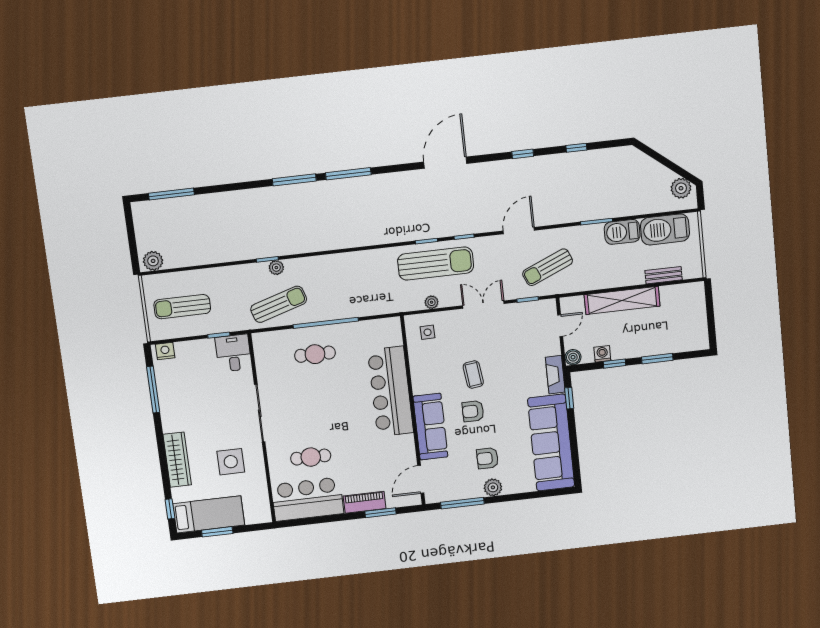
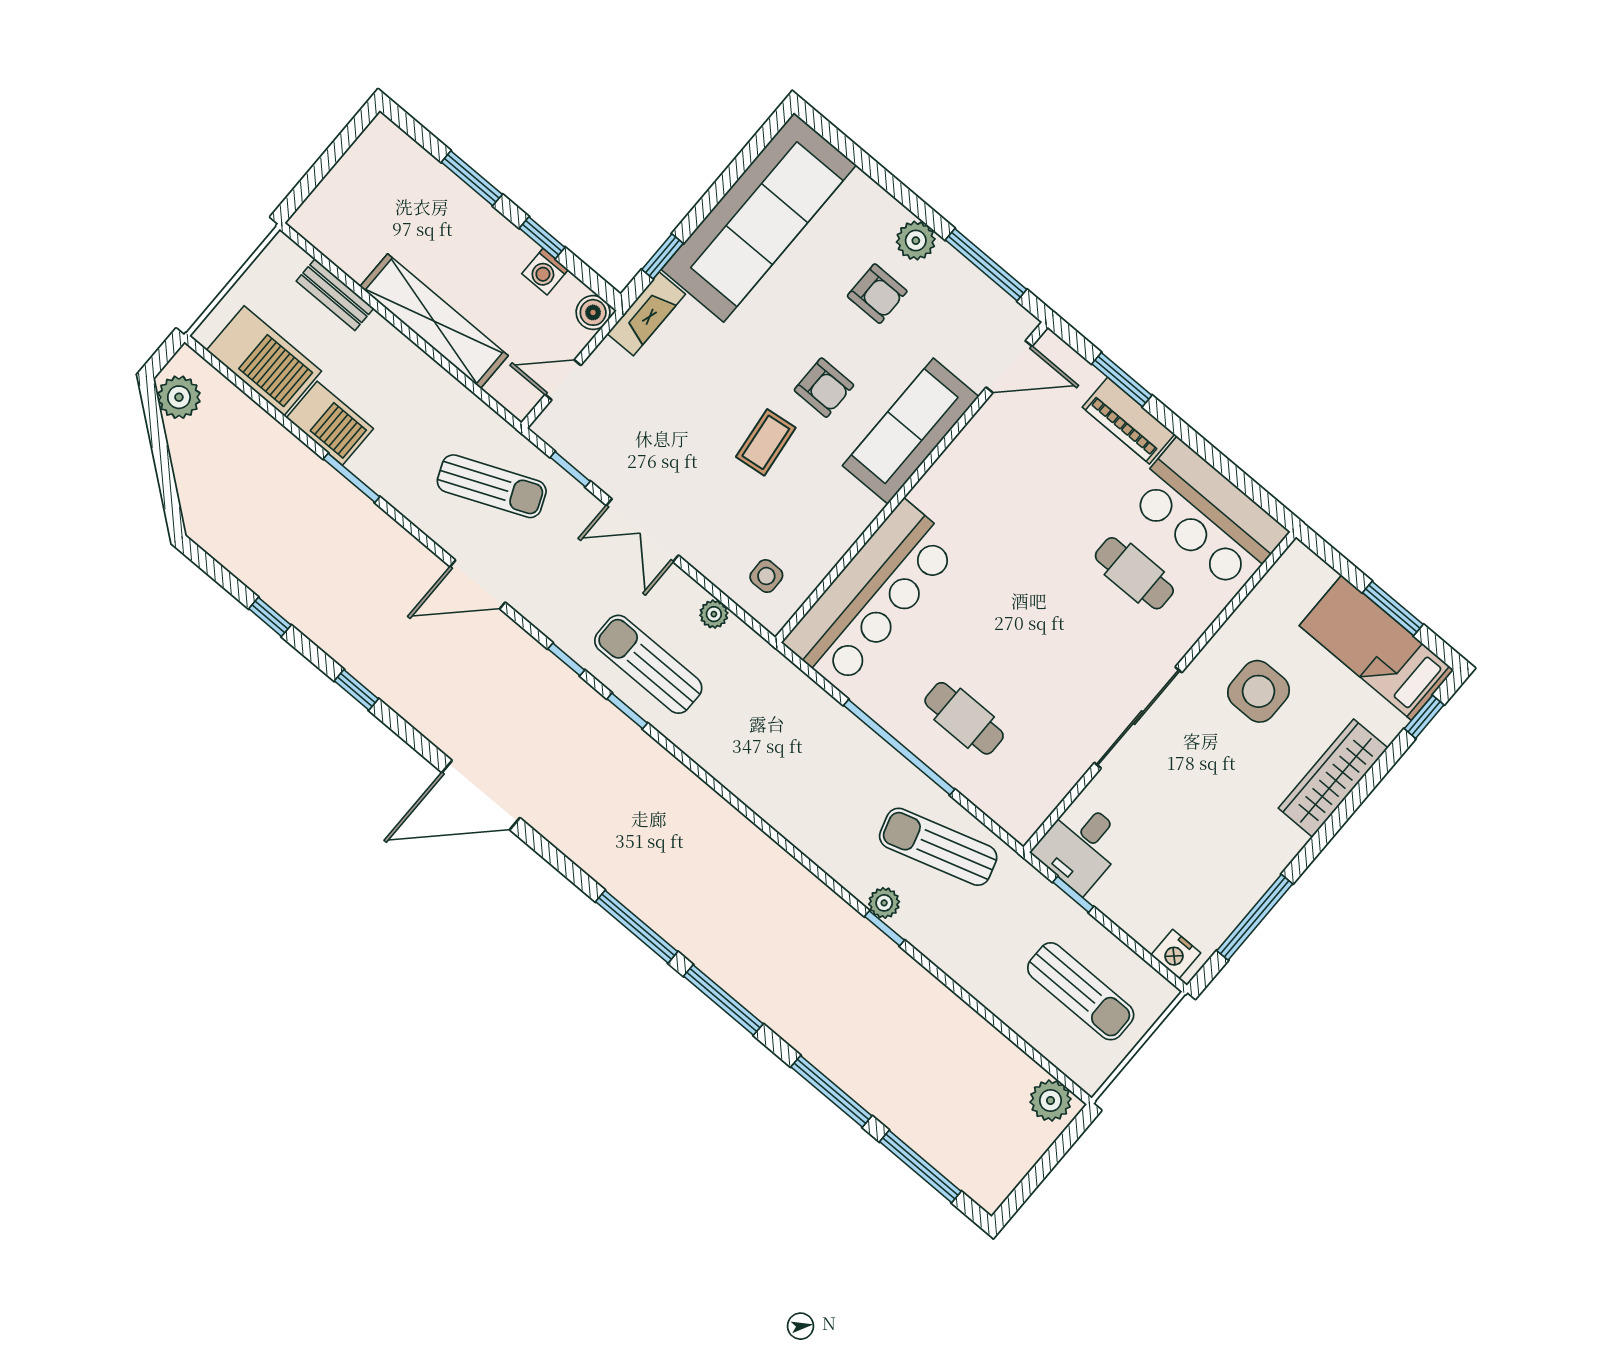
window: (227, 188) -> (831, 1091), added
sun lounger: (436, 264) -> (648, 664), width x0.73, depth x0.75
bar counter: (391, 391) -> (872, 595), moved

